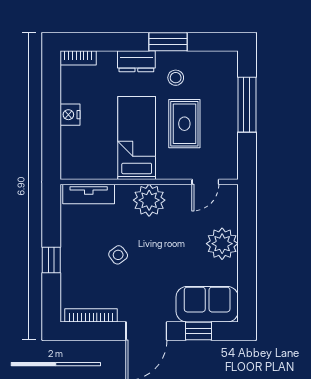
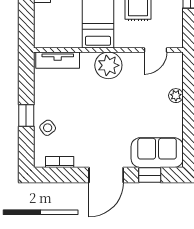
plant: (222, 244) -> (176, 96), width x0.53, depth x0.53
side table: (118, 255) -> (48, 128), moved
bookcase: (91, 315) -> (60, 162), width x0.64

